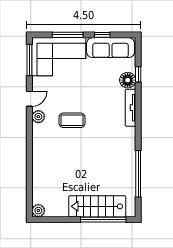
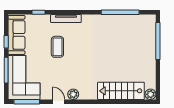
floor lamp: (128, 80) -> (43, 21), removed
coffee table: (72, 120) -> (57, 47), moved
stairs: (97, 206) -> (121, 91), moved, turned 90

